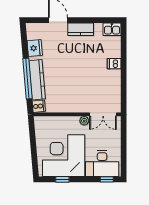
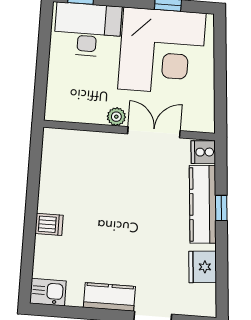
window: (27, 79) -> (221, 208), width x0.32
double door: (103, 114) -> (154, 132), moved

